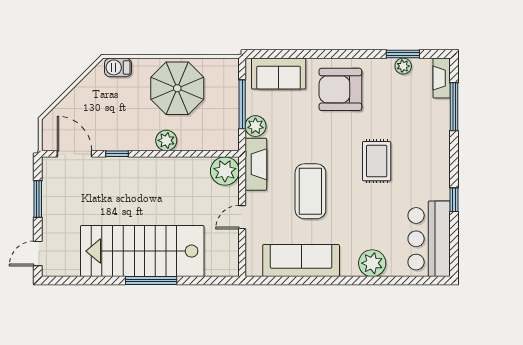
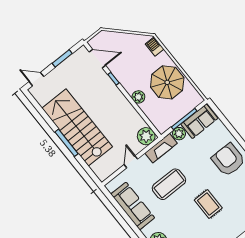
sofa: (279, 74) -> (199, 121), moved, turned -90
door: (74, 154) -> (97, 59), hinge flipped
rug: (377, 161) -> (208, 204), turned 90
door: (242, 217) -> (131, 162), hinge flipped

